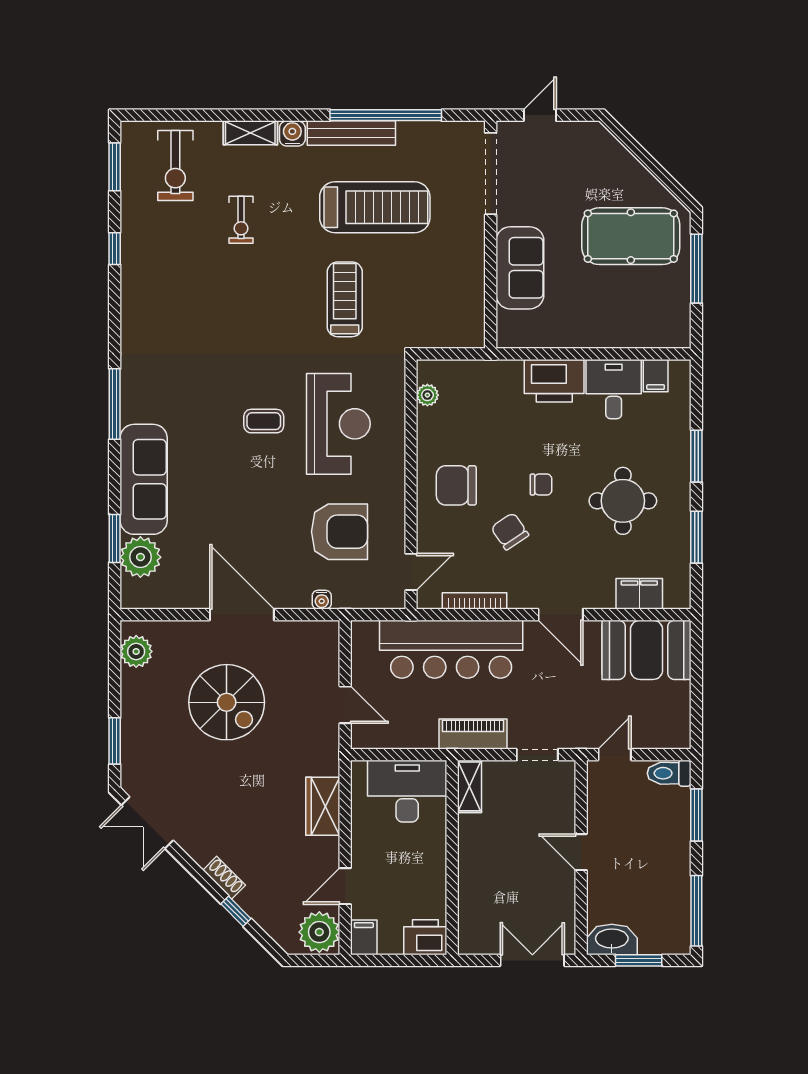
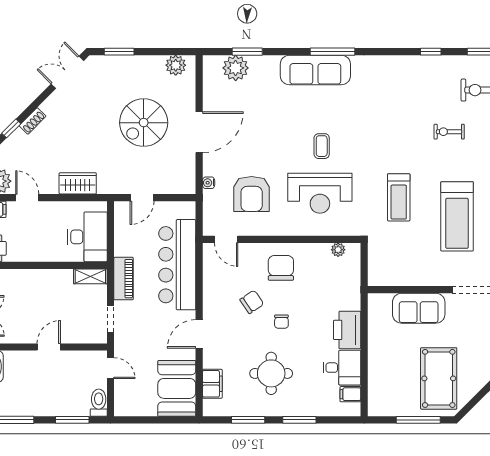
treadmill: (345, 299) -> (399, 197), turned 90
sofa: (144, 479) -> (315, 70), moved
bookcase: (475, 601) -> (208, 280), removed

